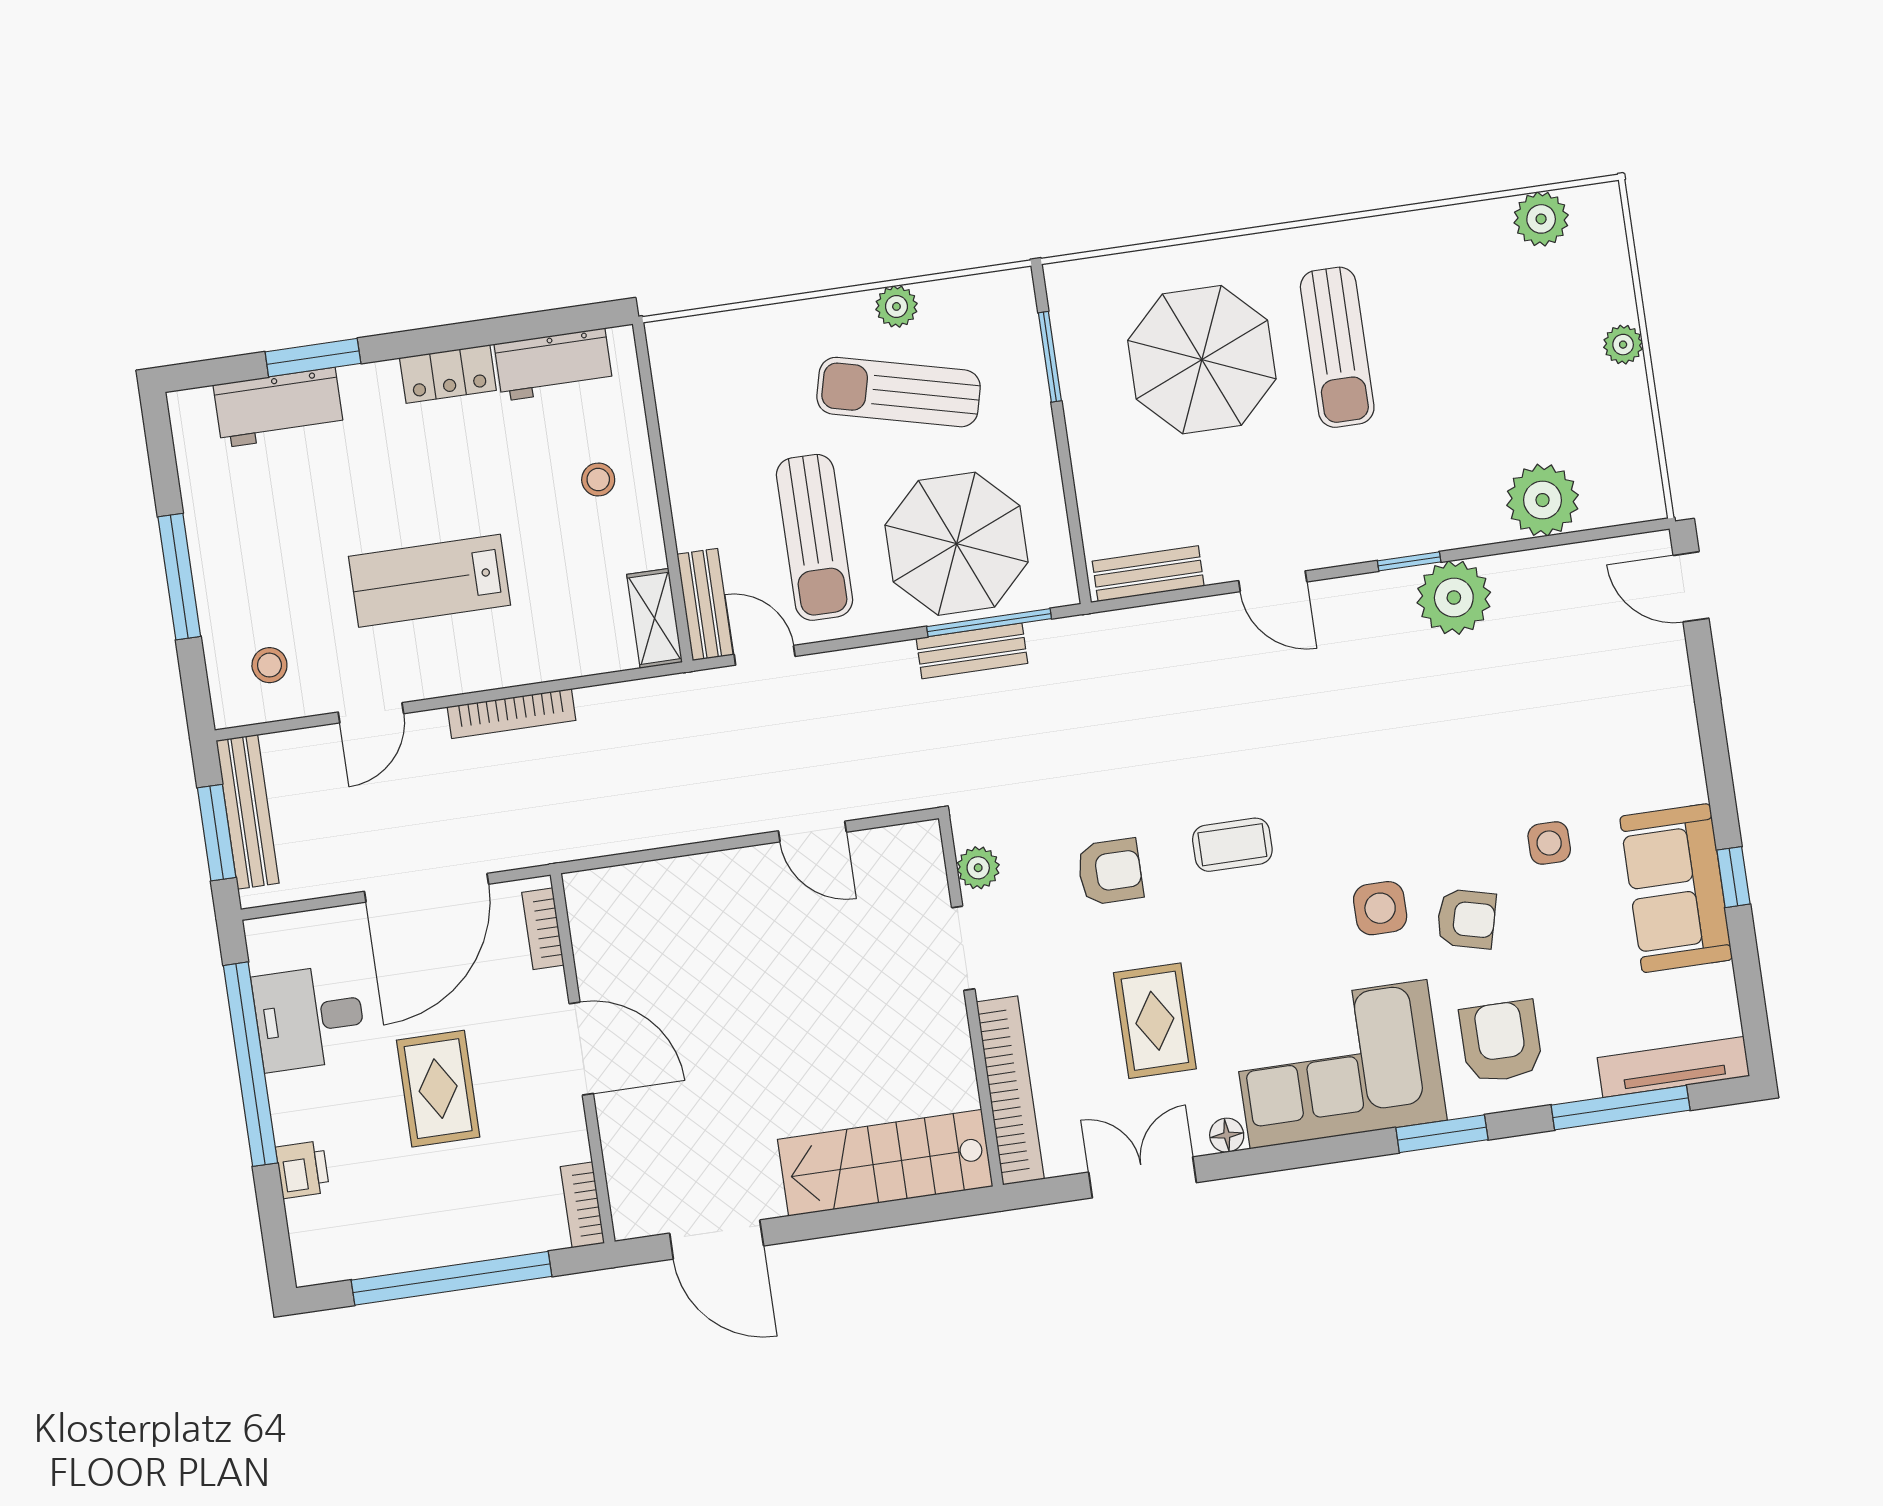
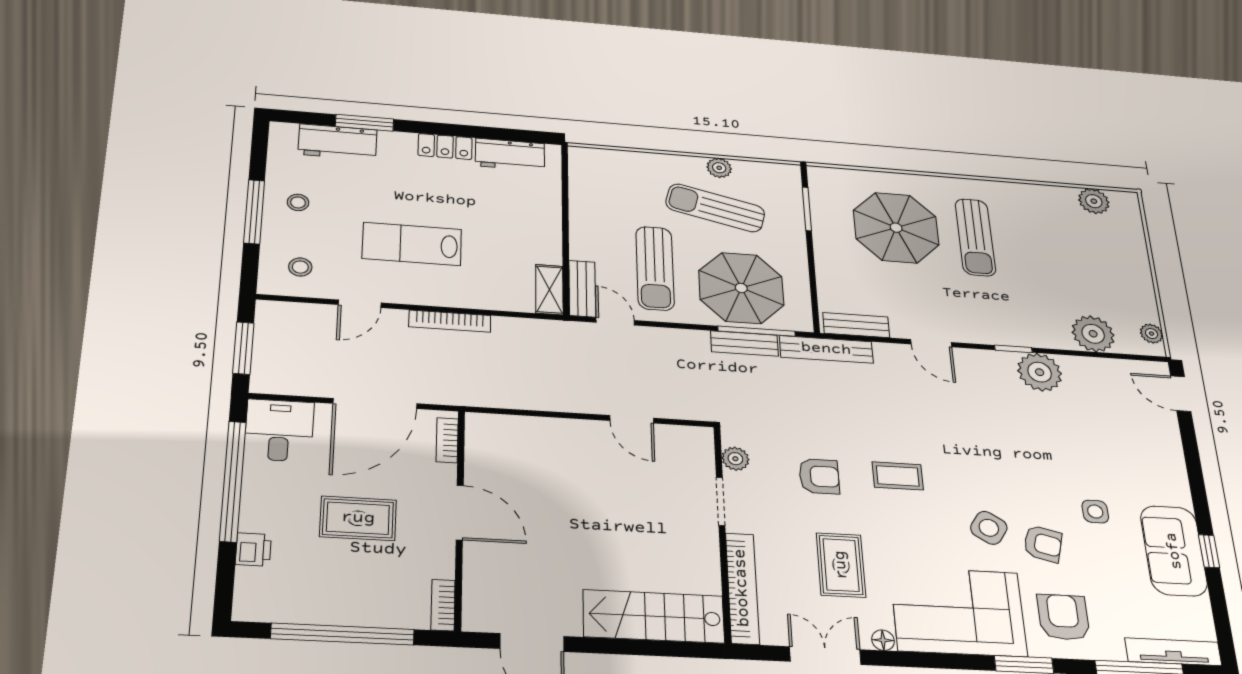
plant: (1623, 345) -> (1152, 334), moved
stool: (598, 479) -> (298, 202), moved
bench: (248, 812) -> (826, 349), moved, turned 90
side table: (1380, 908) -> (989, 528), turned 32
desk: (309, 1018) -> (279, 430), moved, turned 90
rug: (438, 1089) -> (358, 518), turned 90

